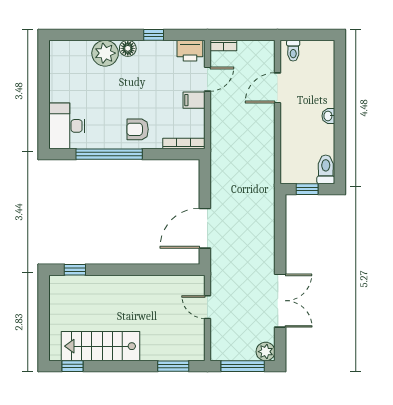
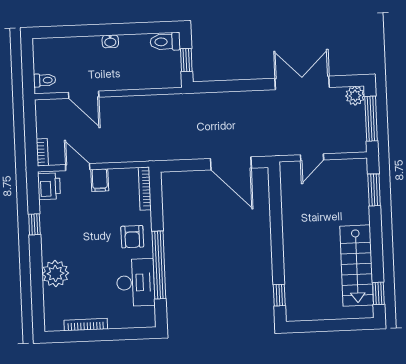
floor lamp: (128, 48) -> (49, 250), removed
bookcase: (54, 81) -> (86, 325), added
desk: (67, 126) -> (136, 283), moved, turned -90

